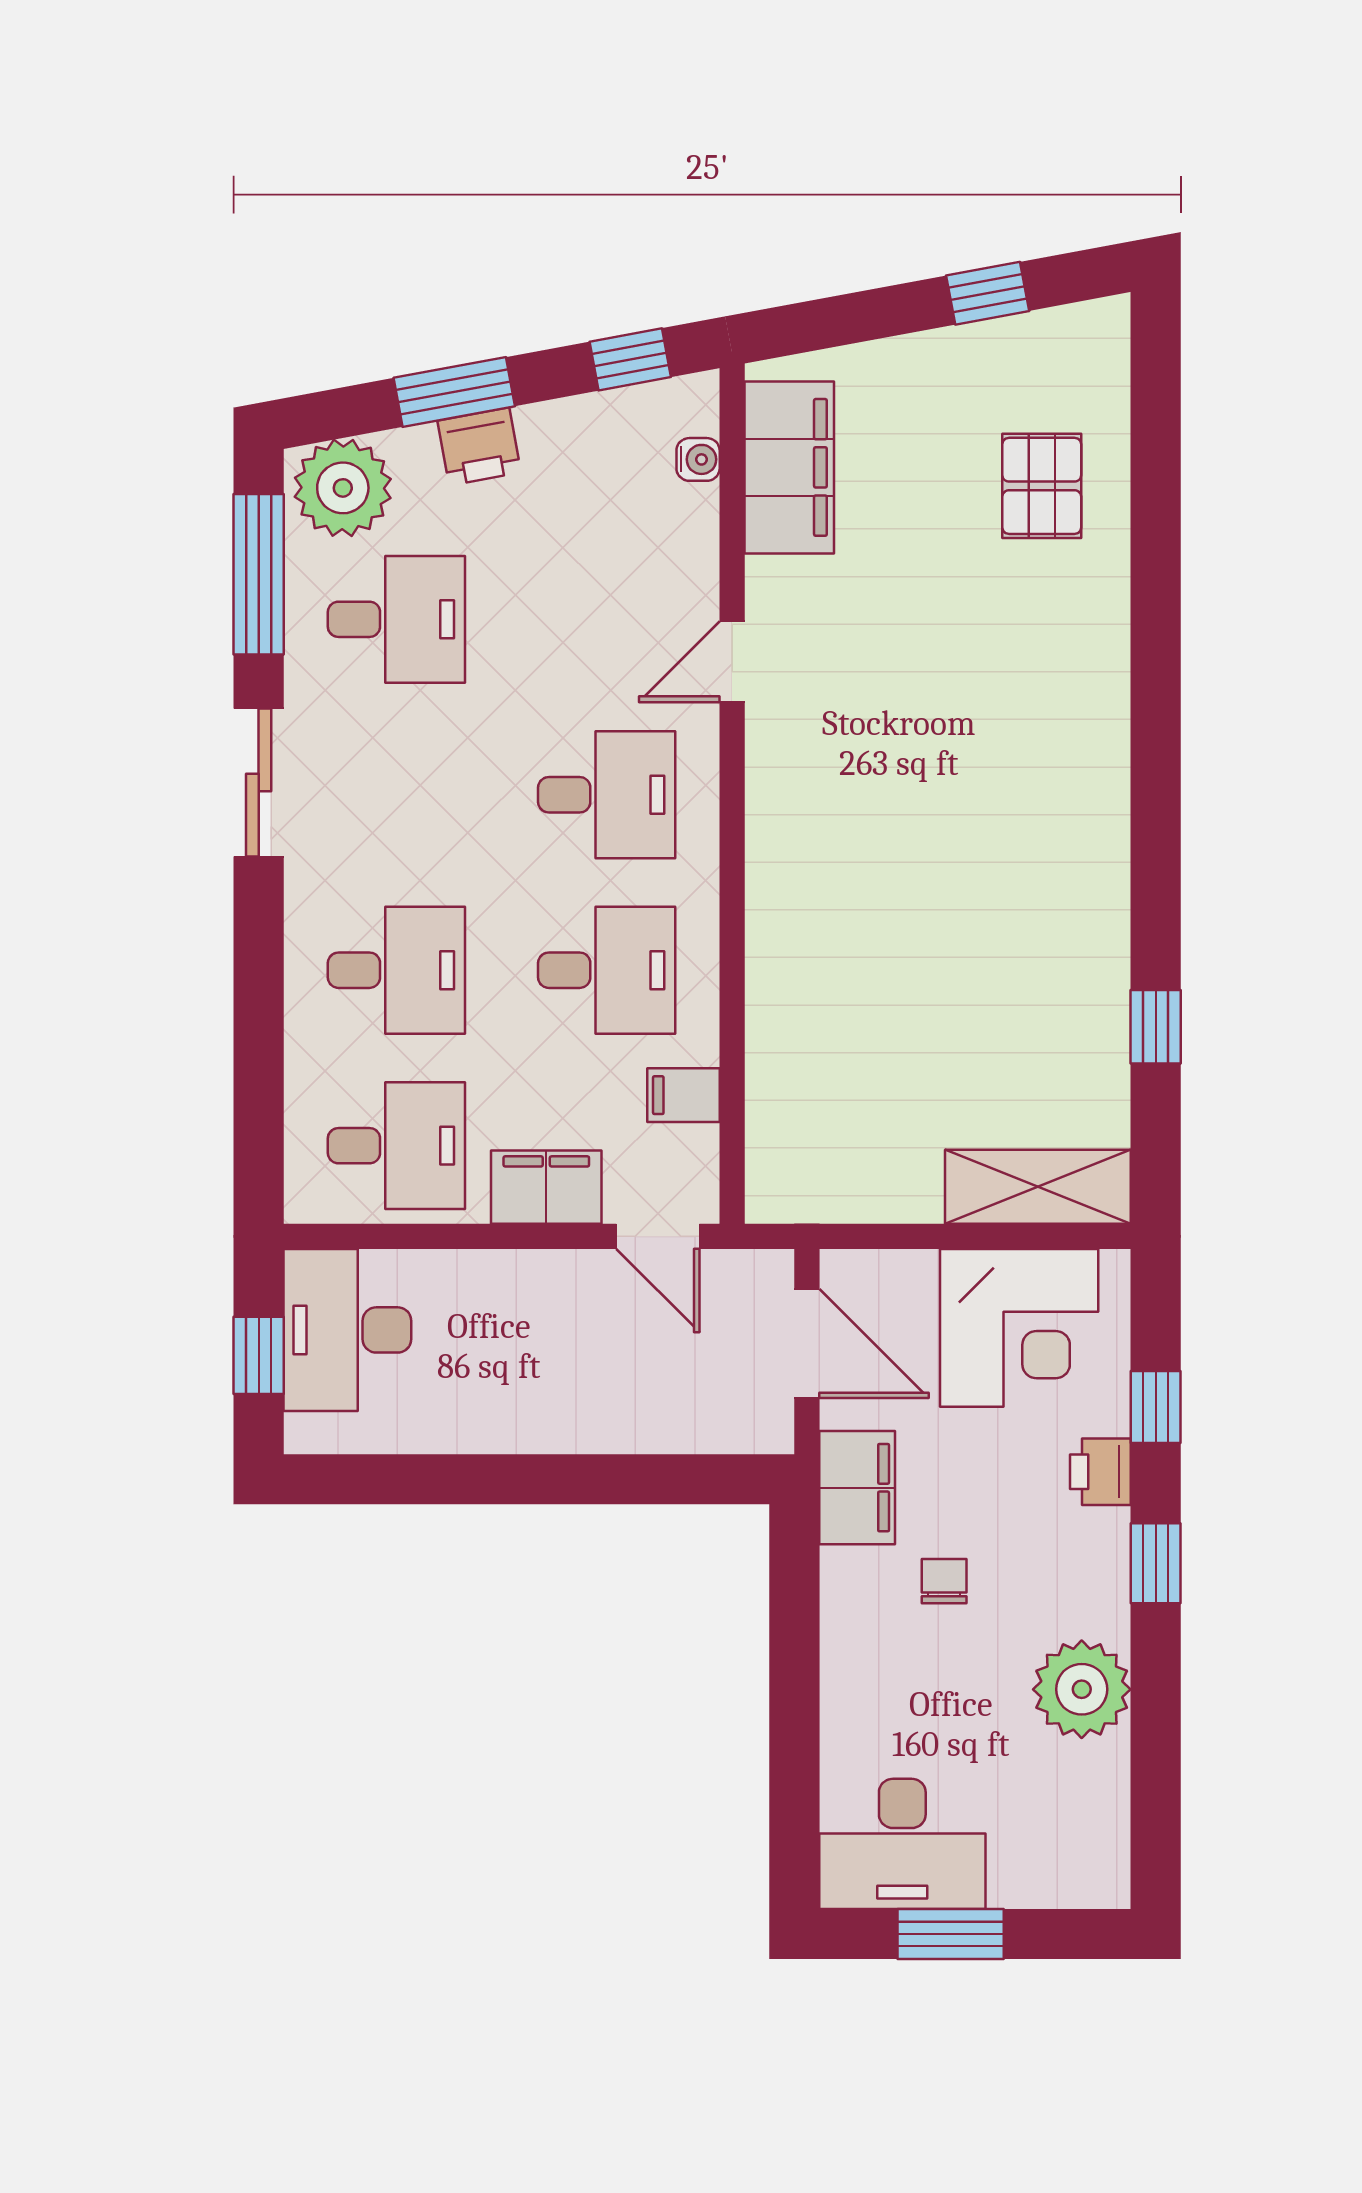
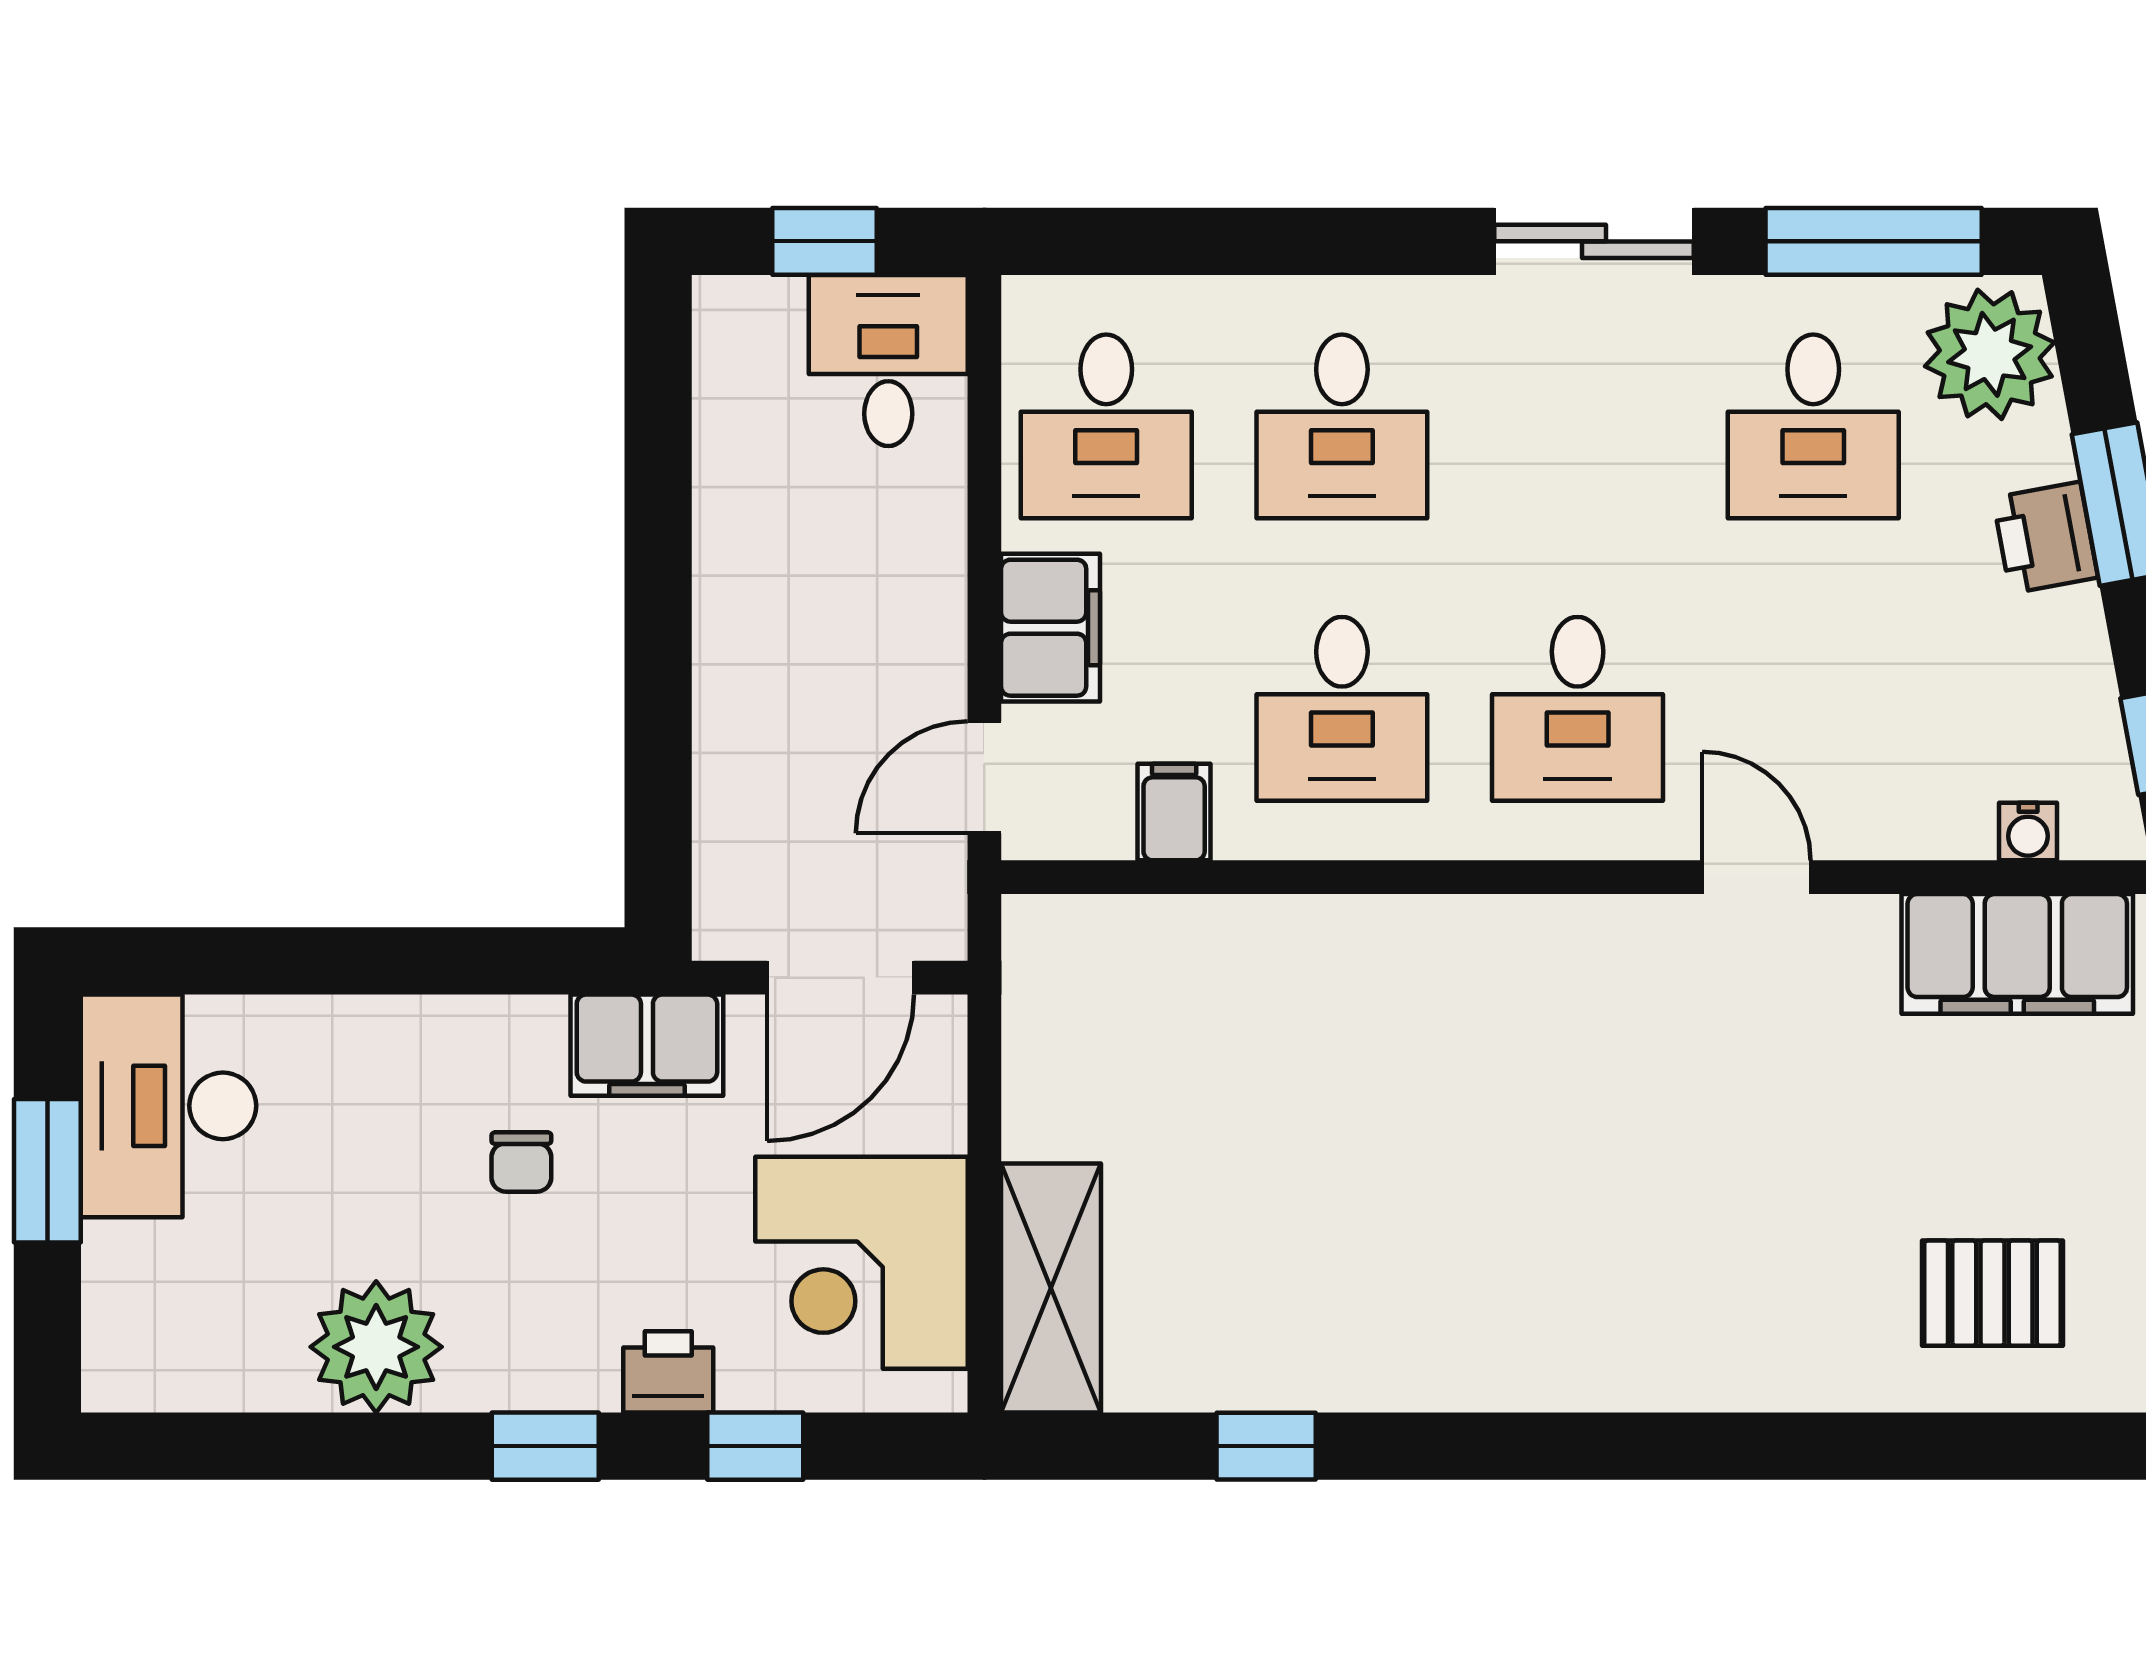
desk: (347, 1330) -> (888, 360), width x0.73
chair: (944, 1581) -> (521, 1162), turned 90

